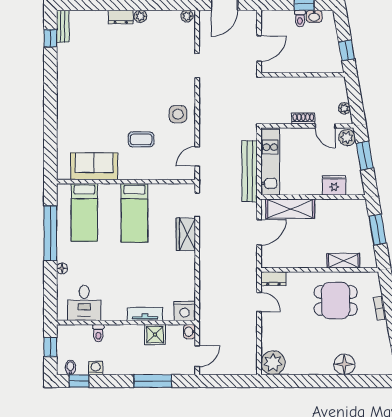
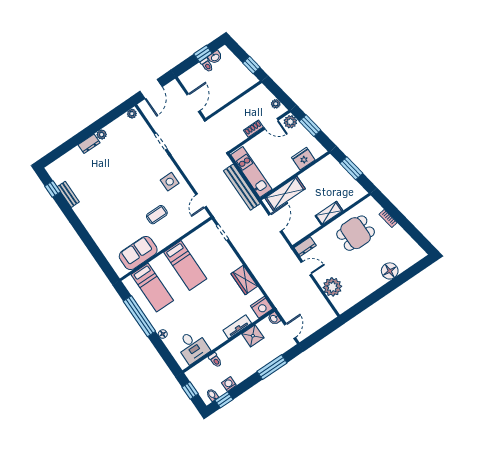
bench: (63, 26) -> (68, 194), moved
wardrobe: (186, 234) -> (244, 280), moved
shelving: (343, 261) -> (329, 213), moved
plant: (273, 363) -> (332, 287), moved

